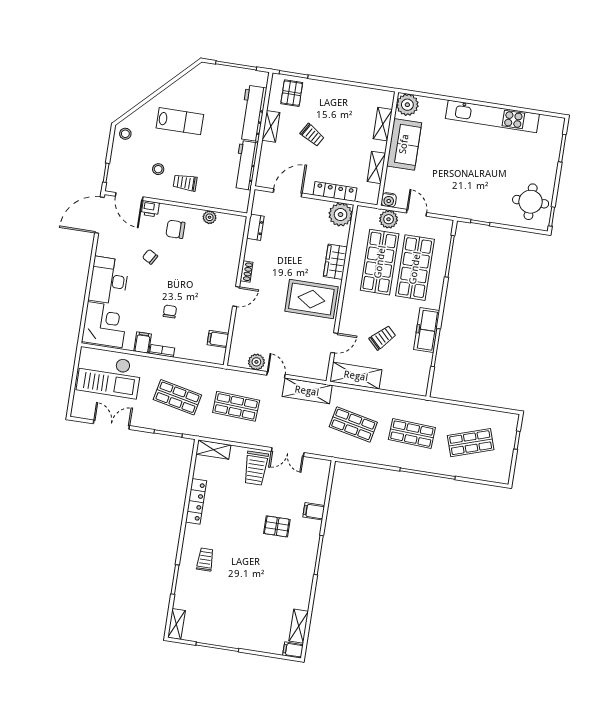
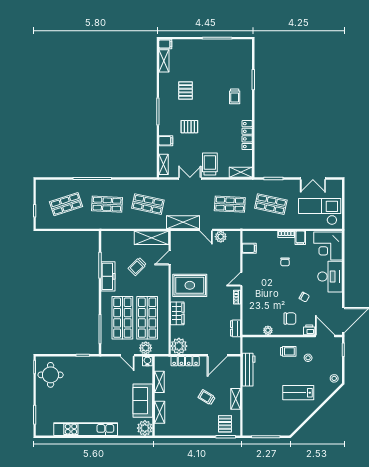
workbench: (253, 113) -> (250, 406), removed
pallet: (274, 579) -> (186, 91), added
shelving: (176, 624) -> (163, 164), moved

